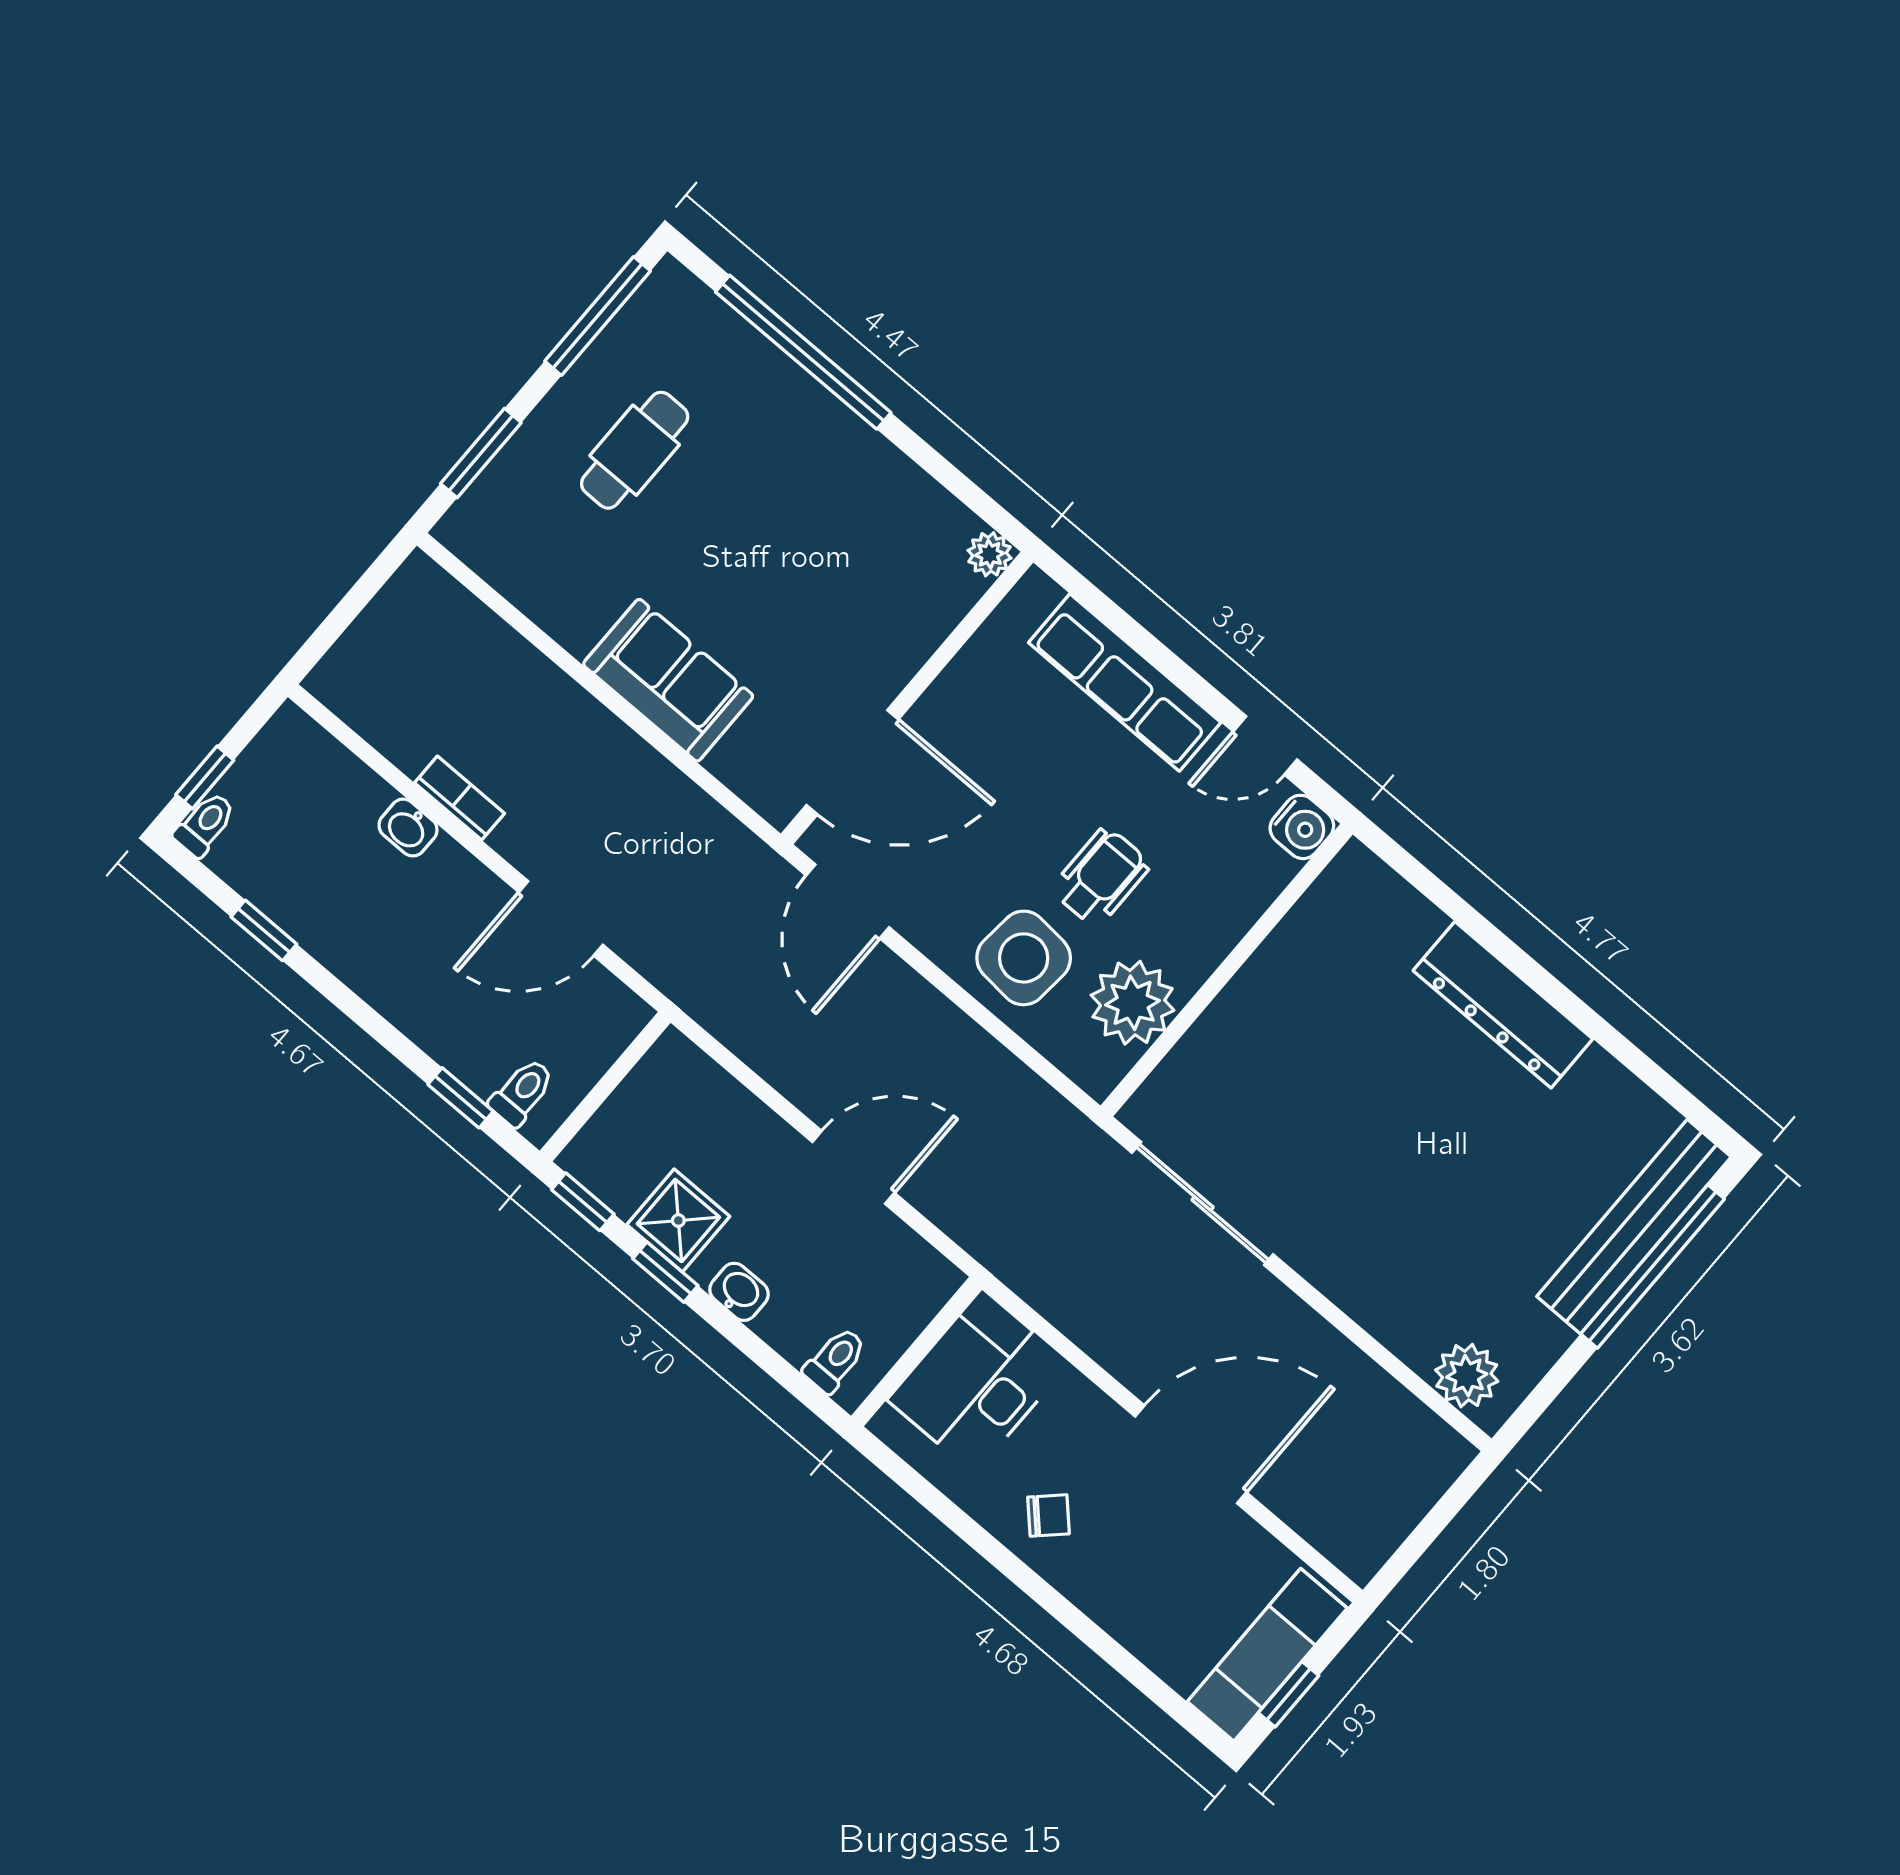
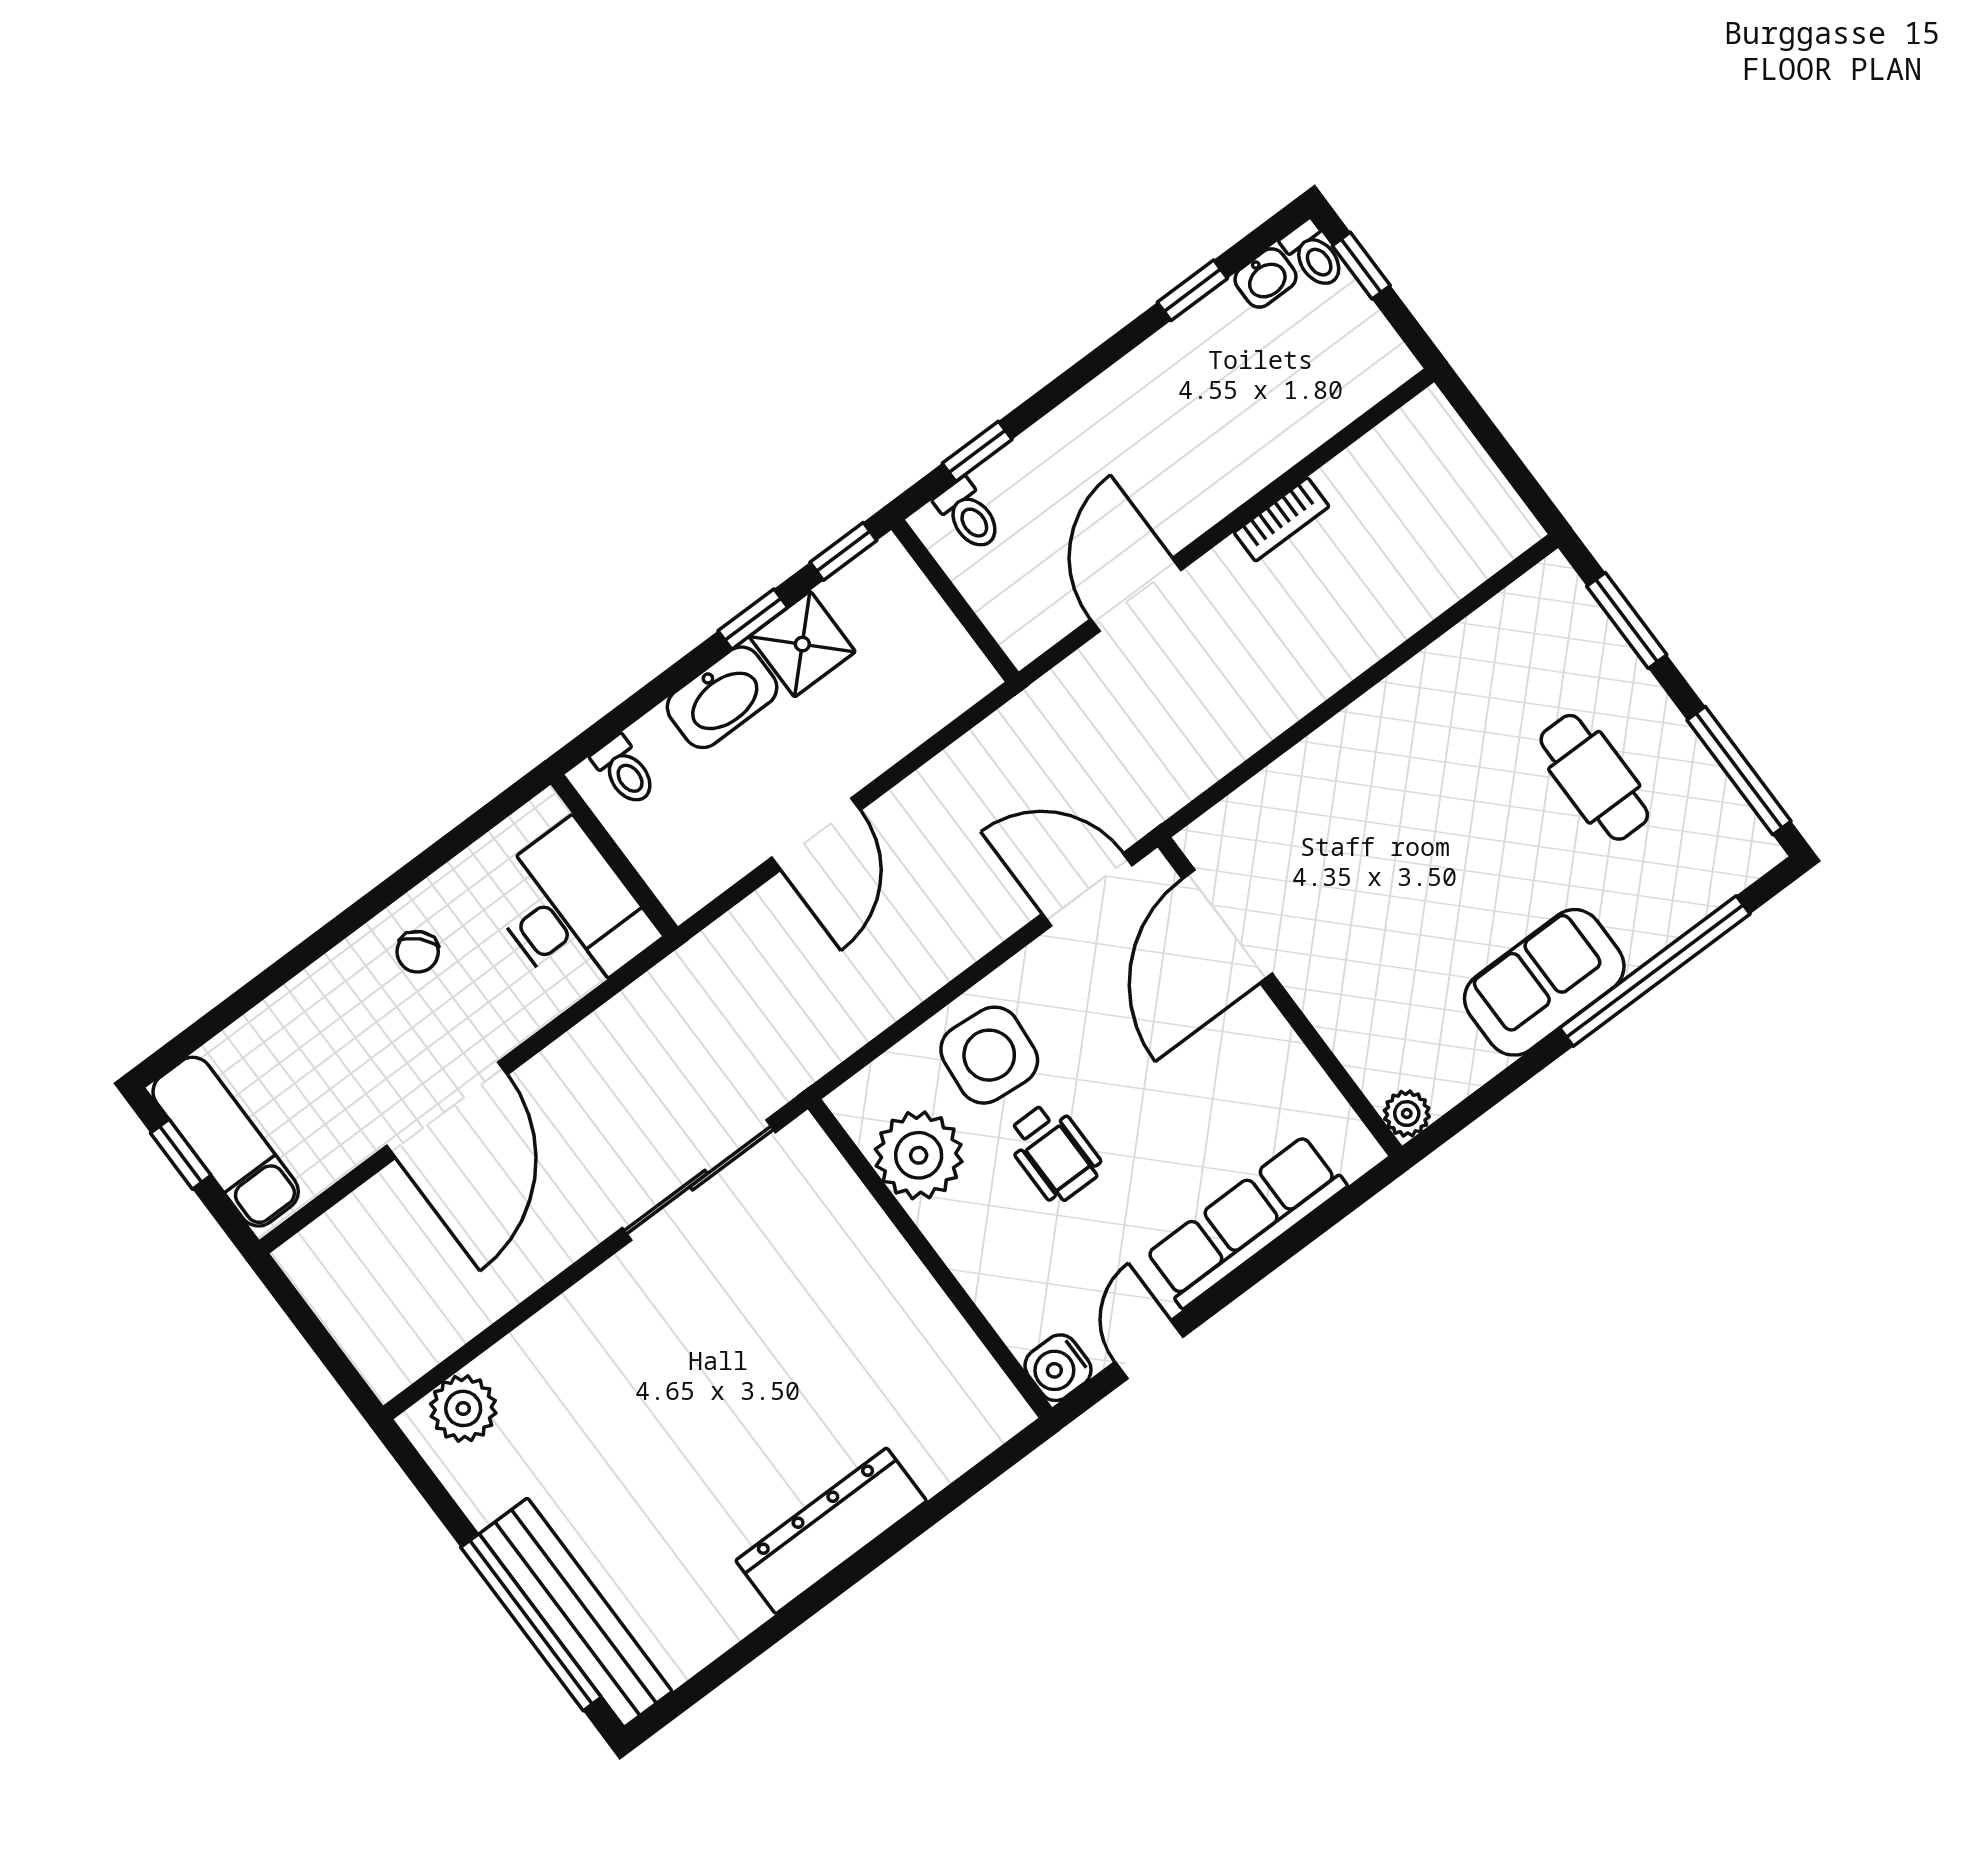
sofa: (668, 680) -> (1544, 982), moved, turned 180
washbasin: (408, 828) -> (1265, 278), moved, turned 180
washbasin: (739, 1292) -> (722, 697), width x1.91, depth x1.45

